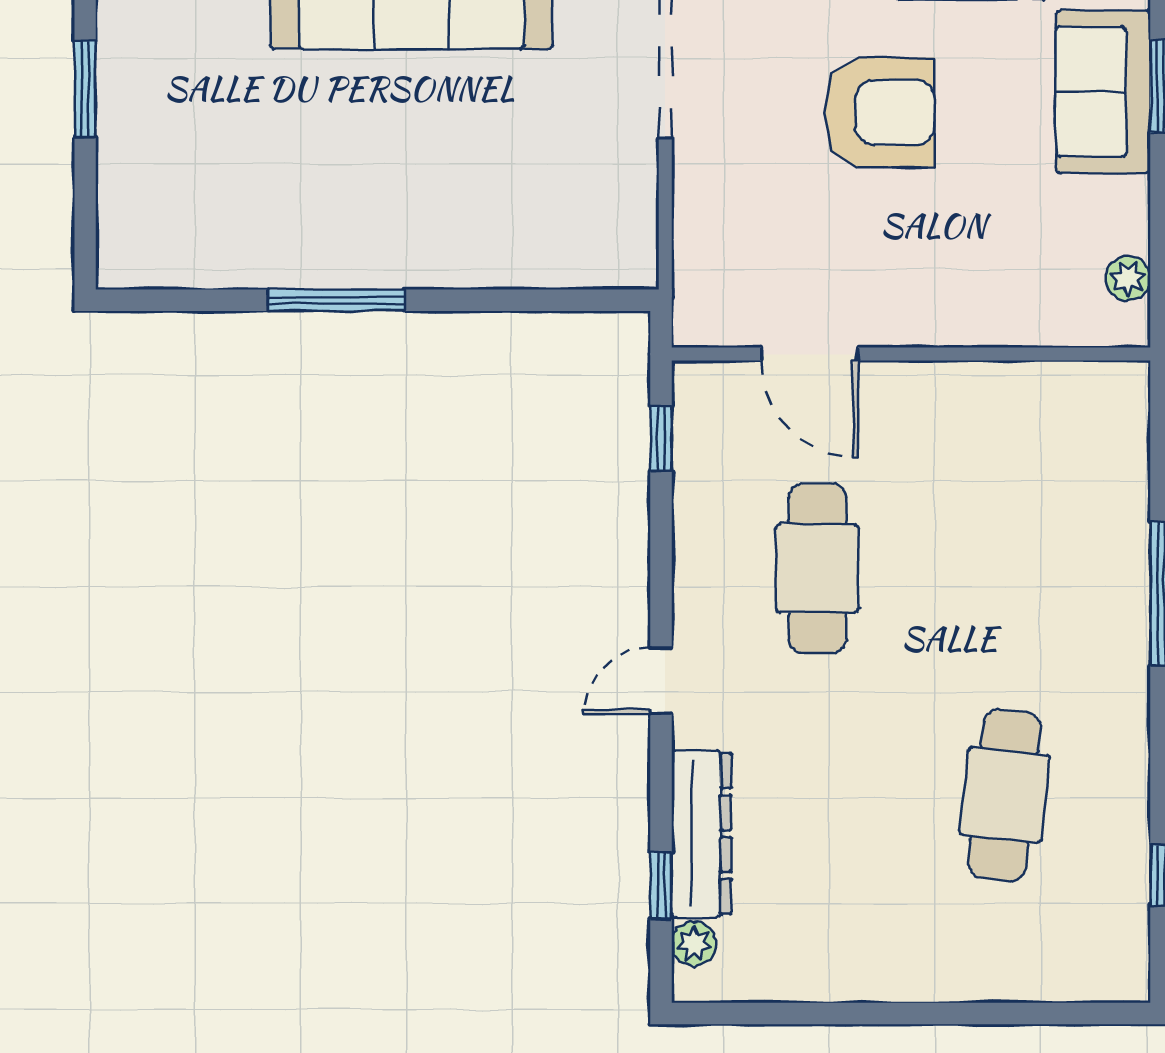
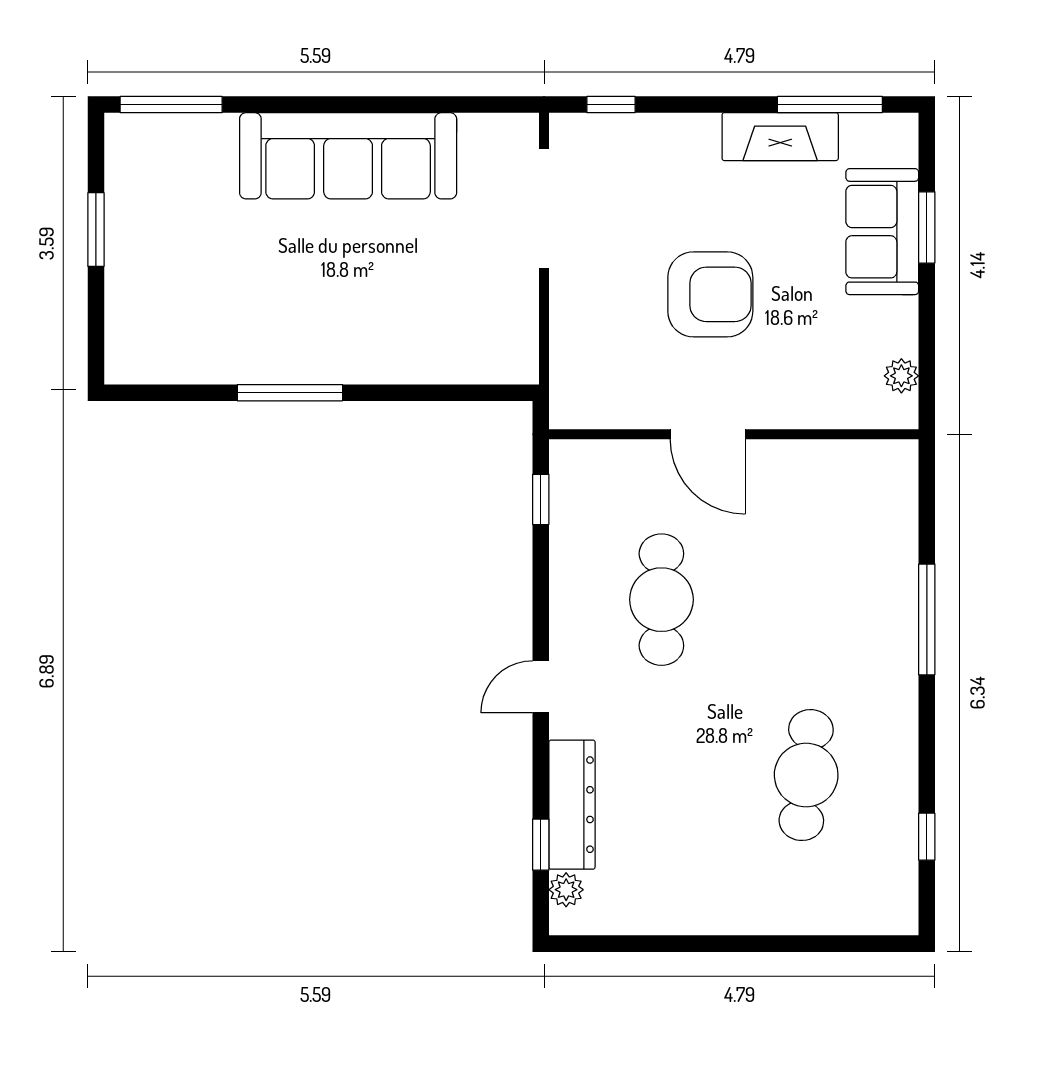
armchair: (879, 113) -> (710, 294), moved
door: (810, 354) -> (708, 434), moved

